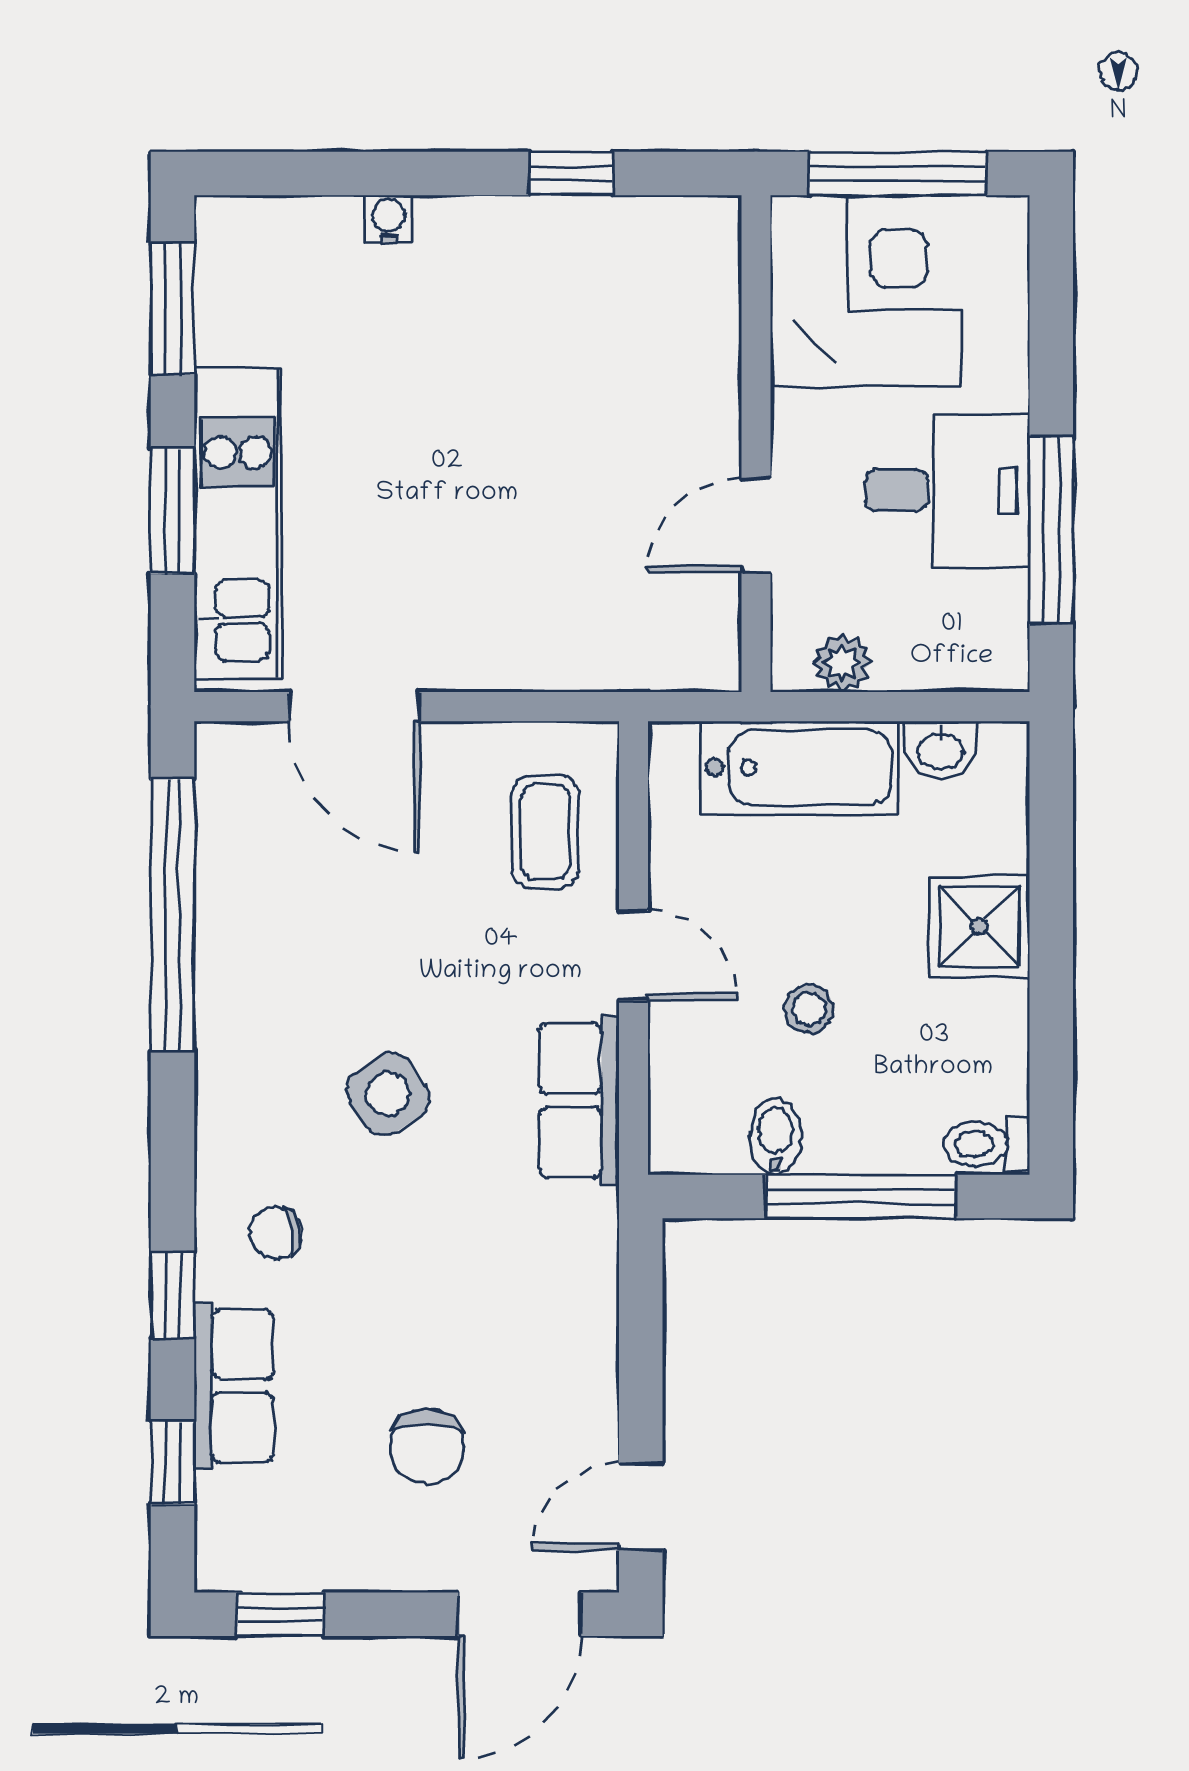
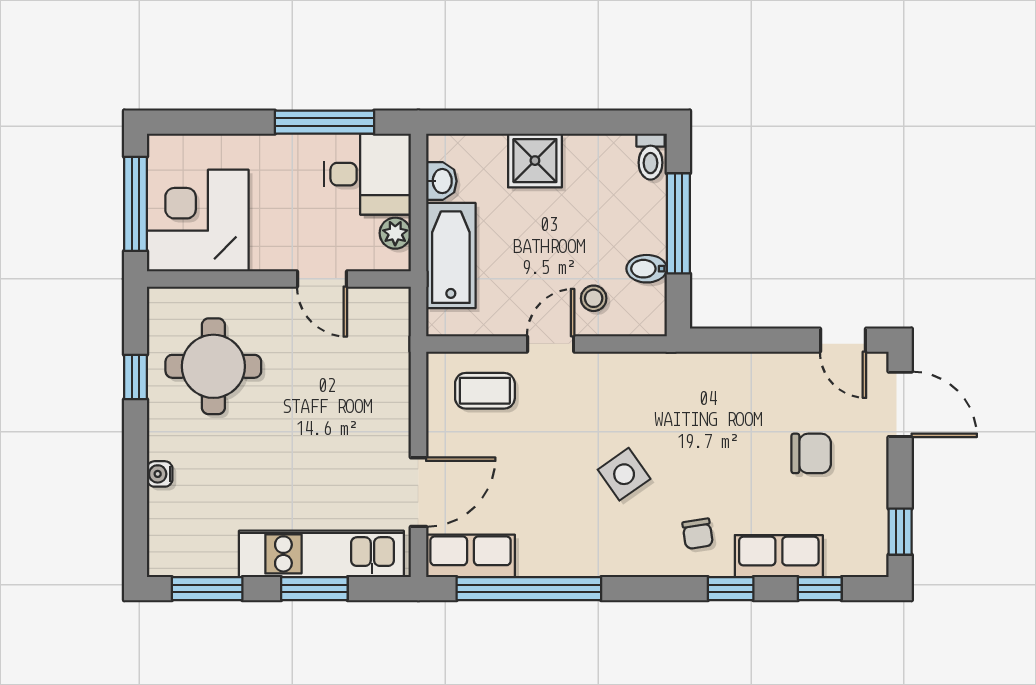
round table: (591, 320) -> (213, 366), added
desk: (948, 490) -> (367, 174), moved, turned 90
stool: (809, 1009) -> (594, 298), moved
row of seats: (579, 1100) -> (471, 556), moved, turned 180

